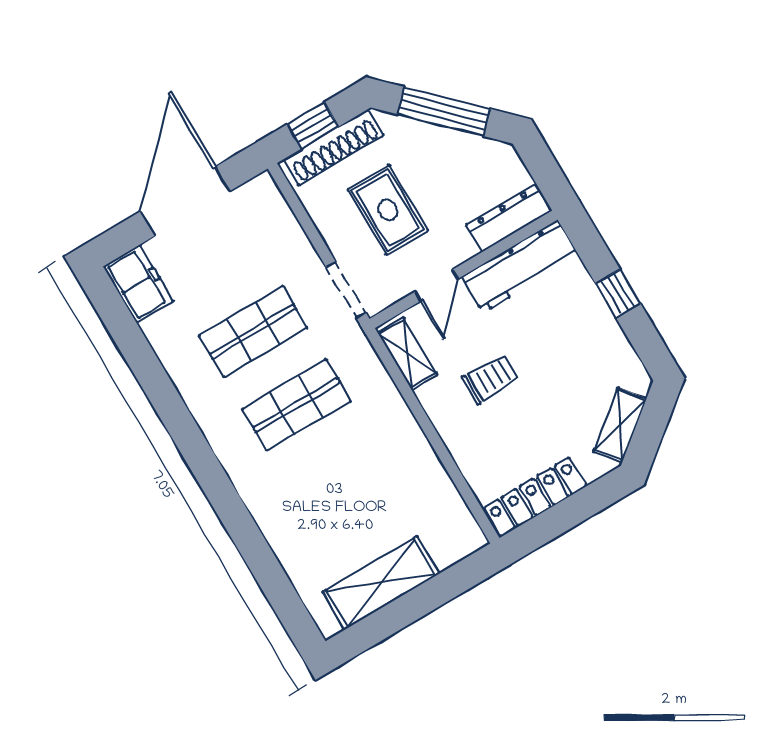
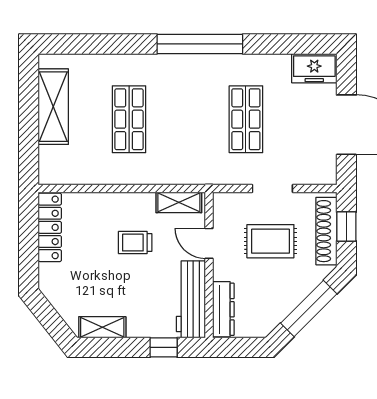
doorway: (346, 290) -> (272, 189), moved
window: (618, 294) -> (164, 347), moved
trolley: (490, 379) -> (135, 243), turned 90
shop shelf: (297, 405) -> (129, 119), moved
shelving: (620, 425) -> (102, 327), moved, turned -52
window: (193, 446) -> (200, 44), added

